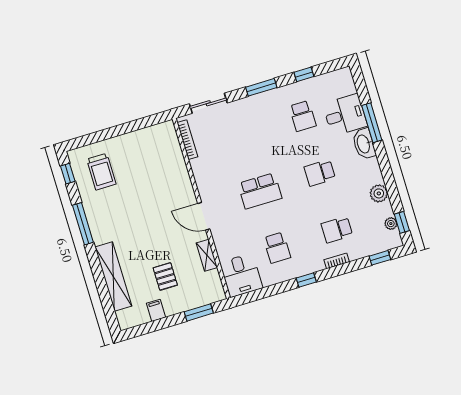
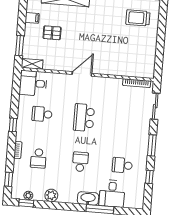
school desk: (337, 230) -> (38, 158), turned 180
shelving: (207, 255) -> (32, 64), moved

